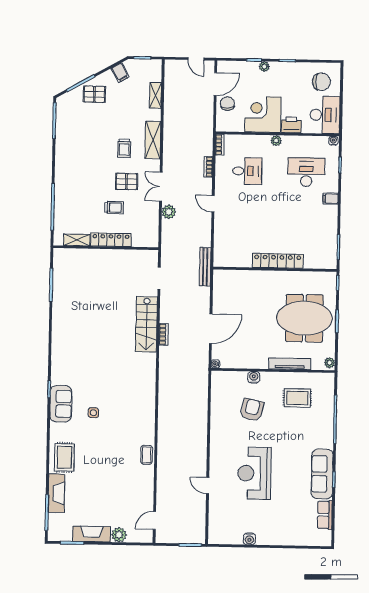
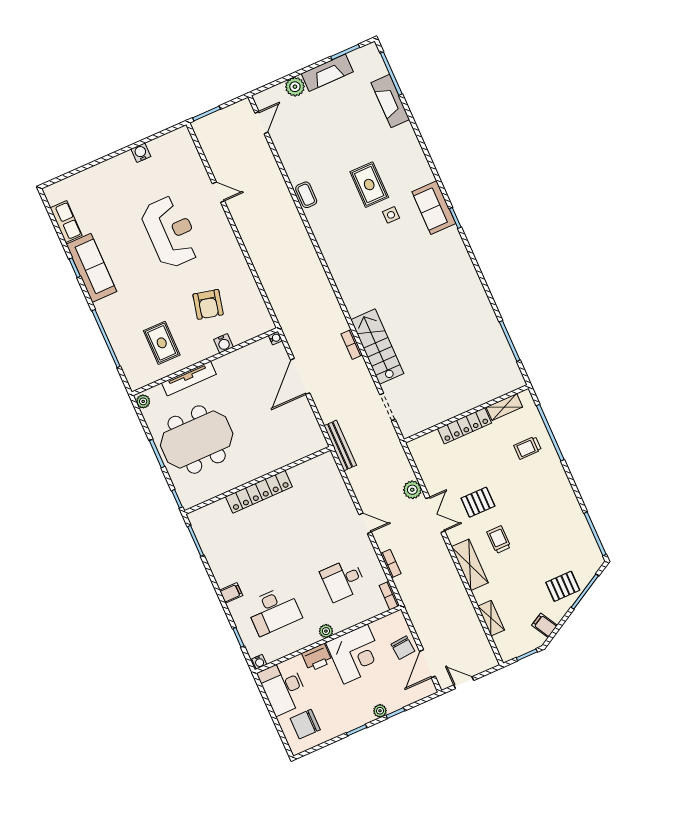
trolley: (114, 208) -> (528, 448), moved
rug: (297, 398) -> (162, 343), turned 90
rug: (64, 457) -> (369, 185), moved

